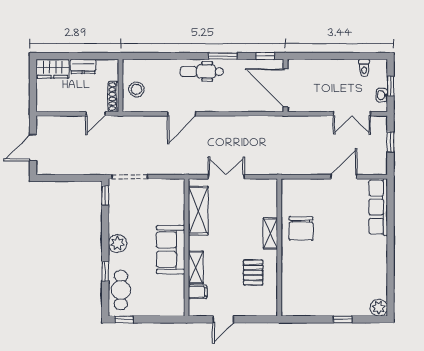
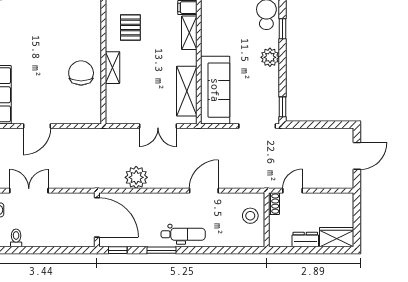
shoe rack: (113, 97) -> (274, 204), width x0.70
plant: (247, 127) -> (136, 177), added
sofa: (171, 250) -> (215, 90), moved, width x1.36

